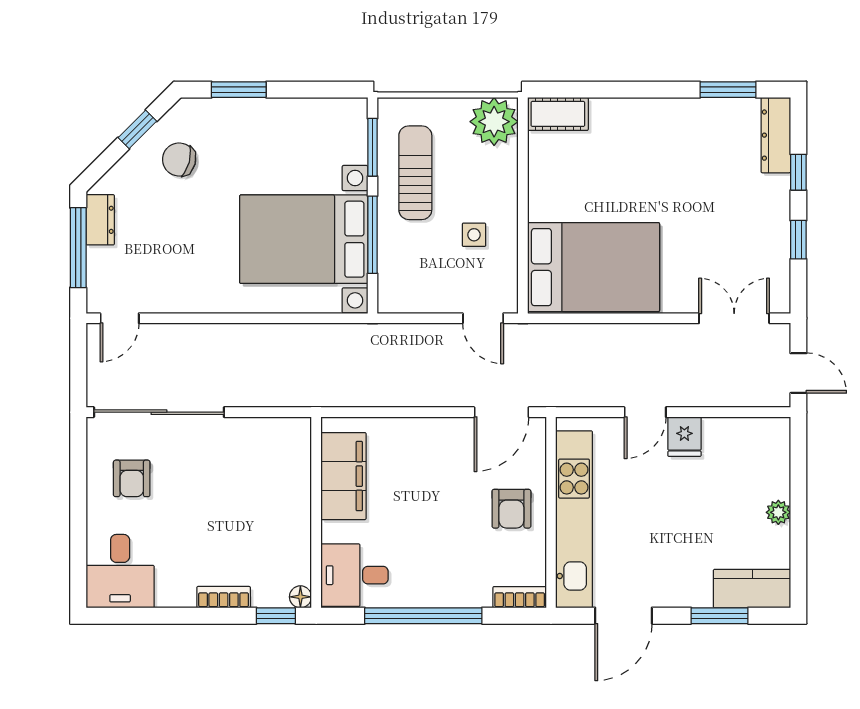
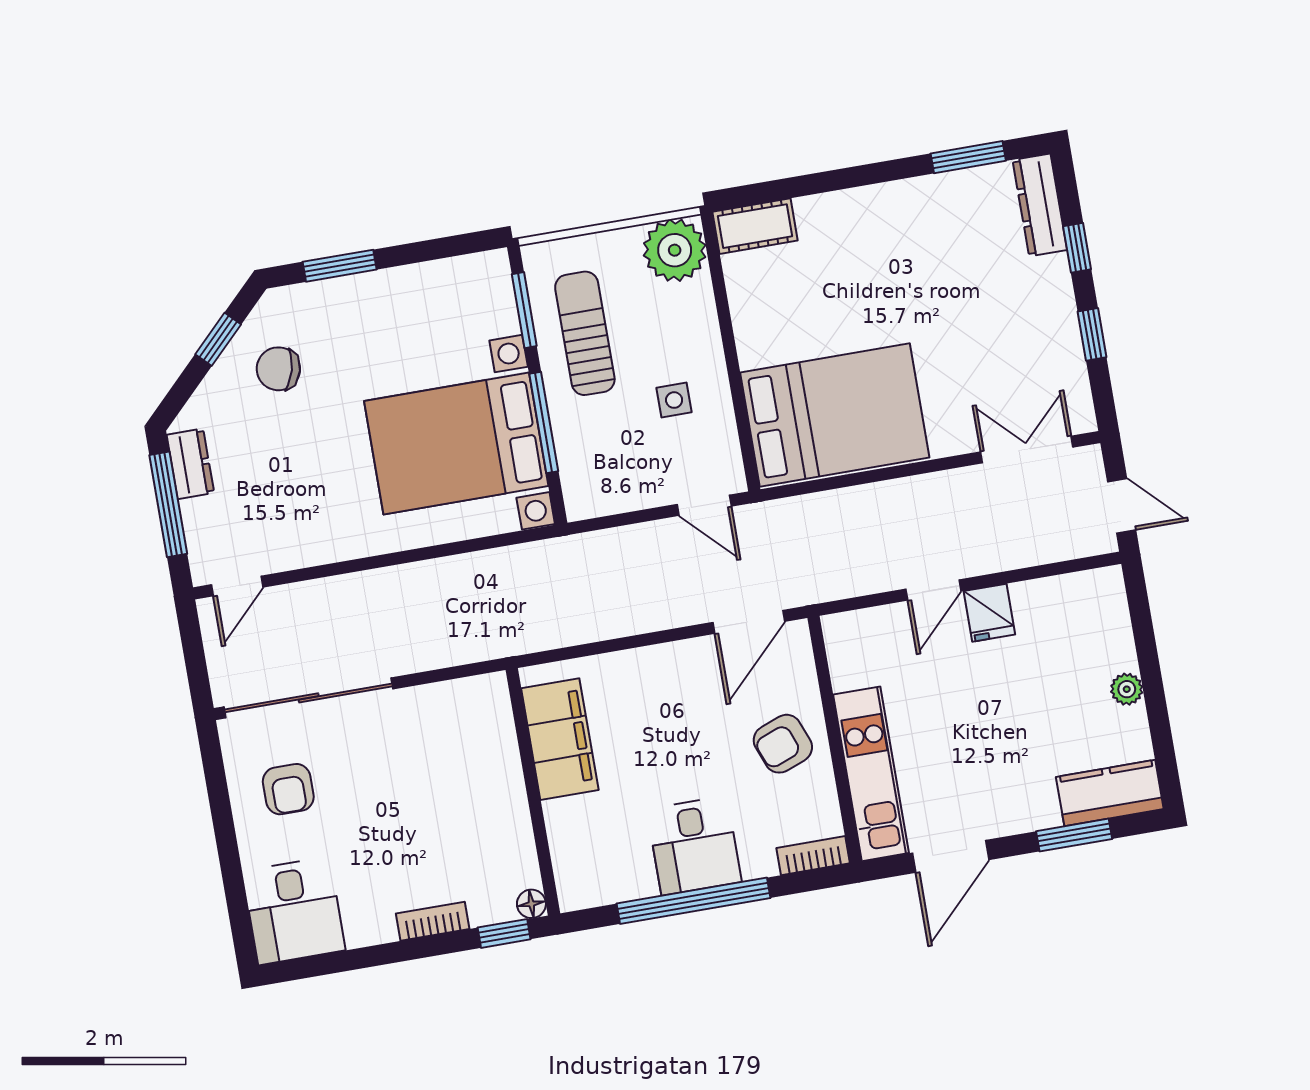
armchair: (511, 509) -> (783, 744), turned 69
kitchen unit: (574, 519) -> (871, 774), width x0.73
desk: (355, 575) -> (694, 846), moved, turned -90

